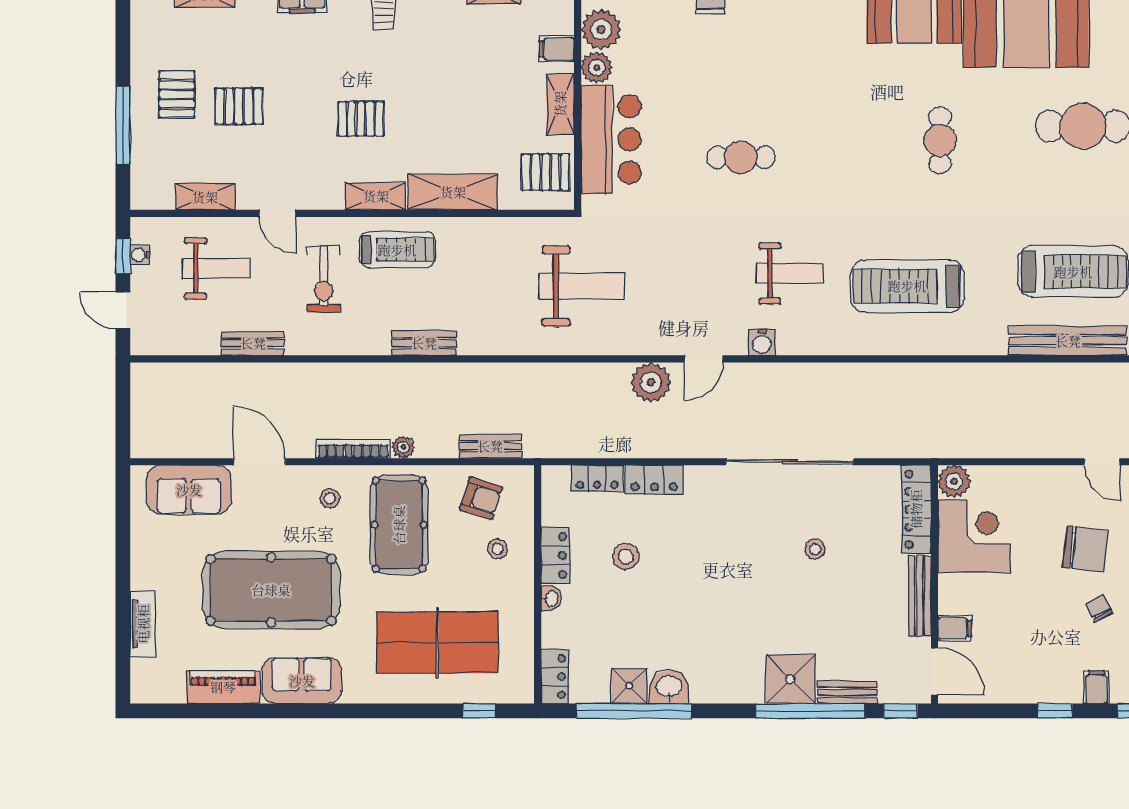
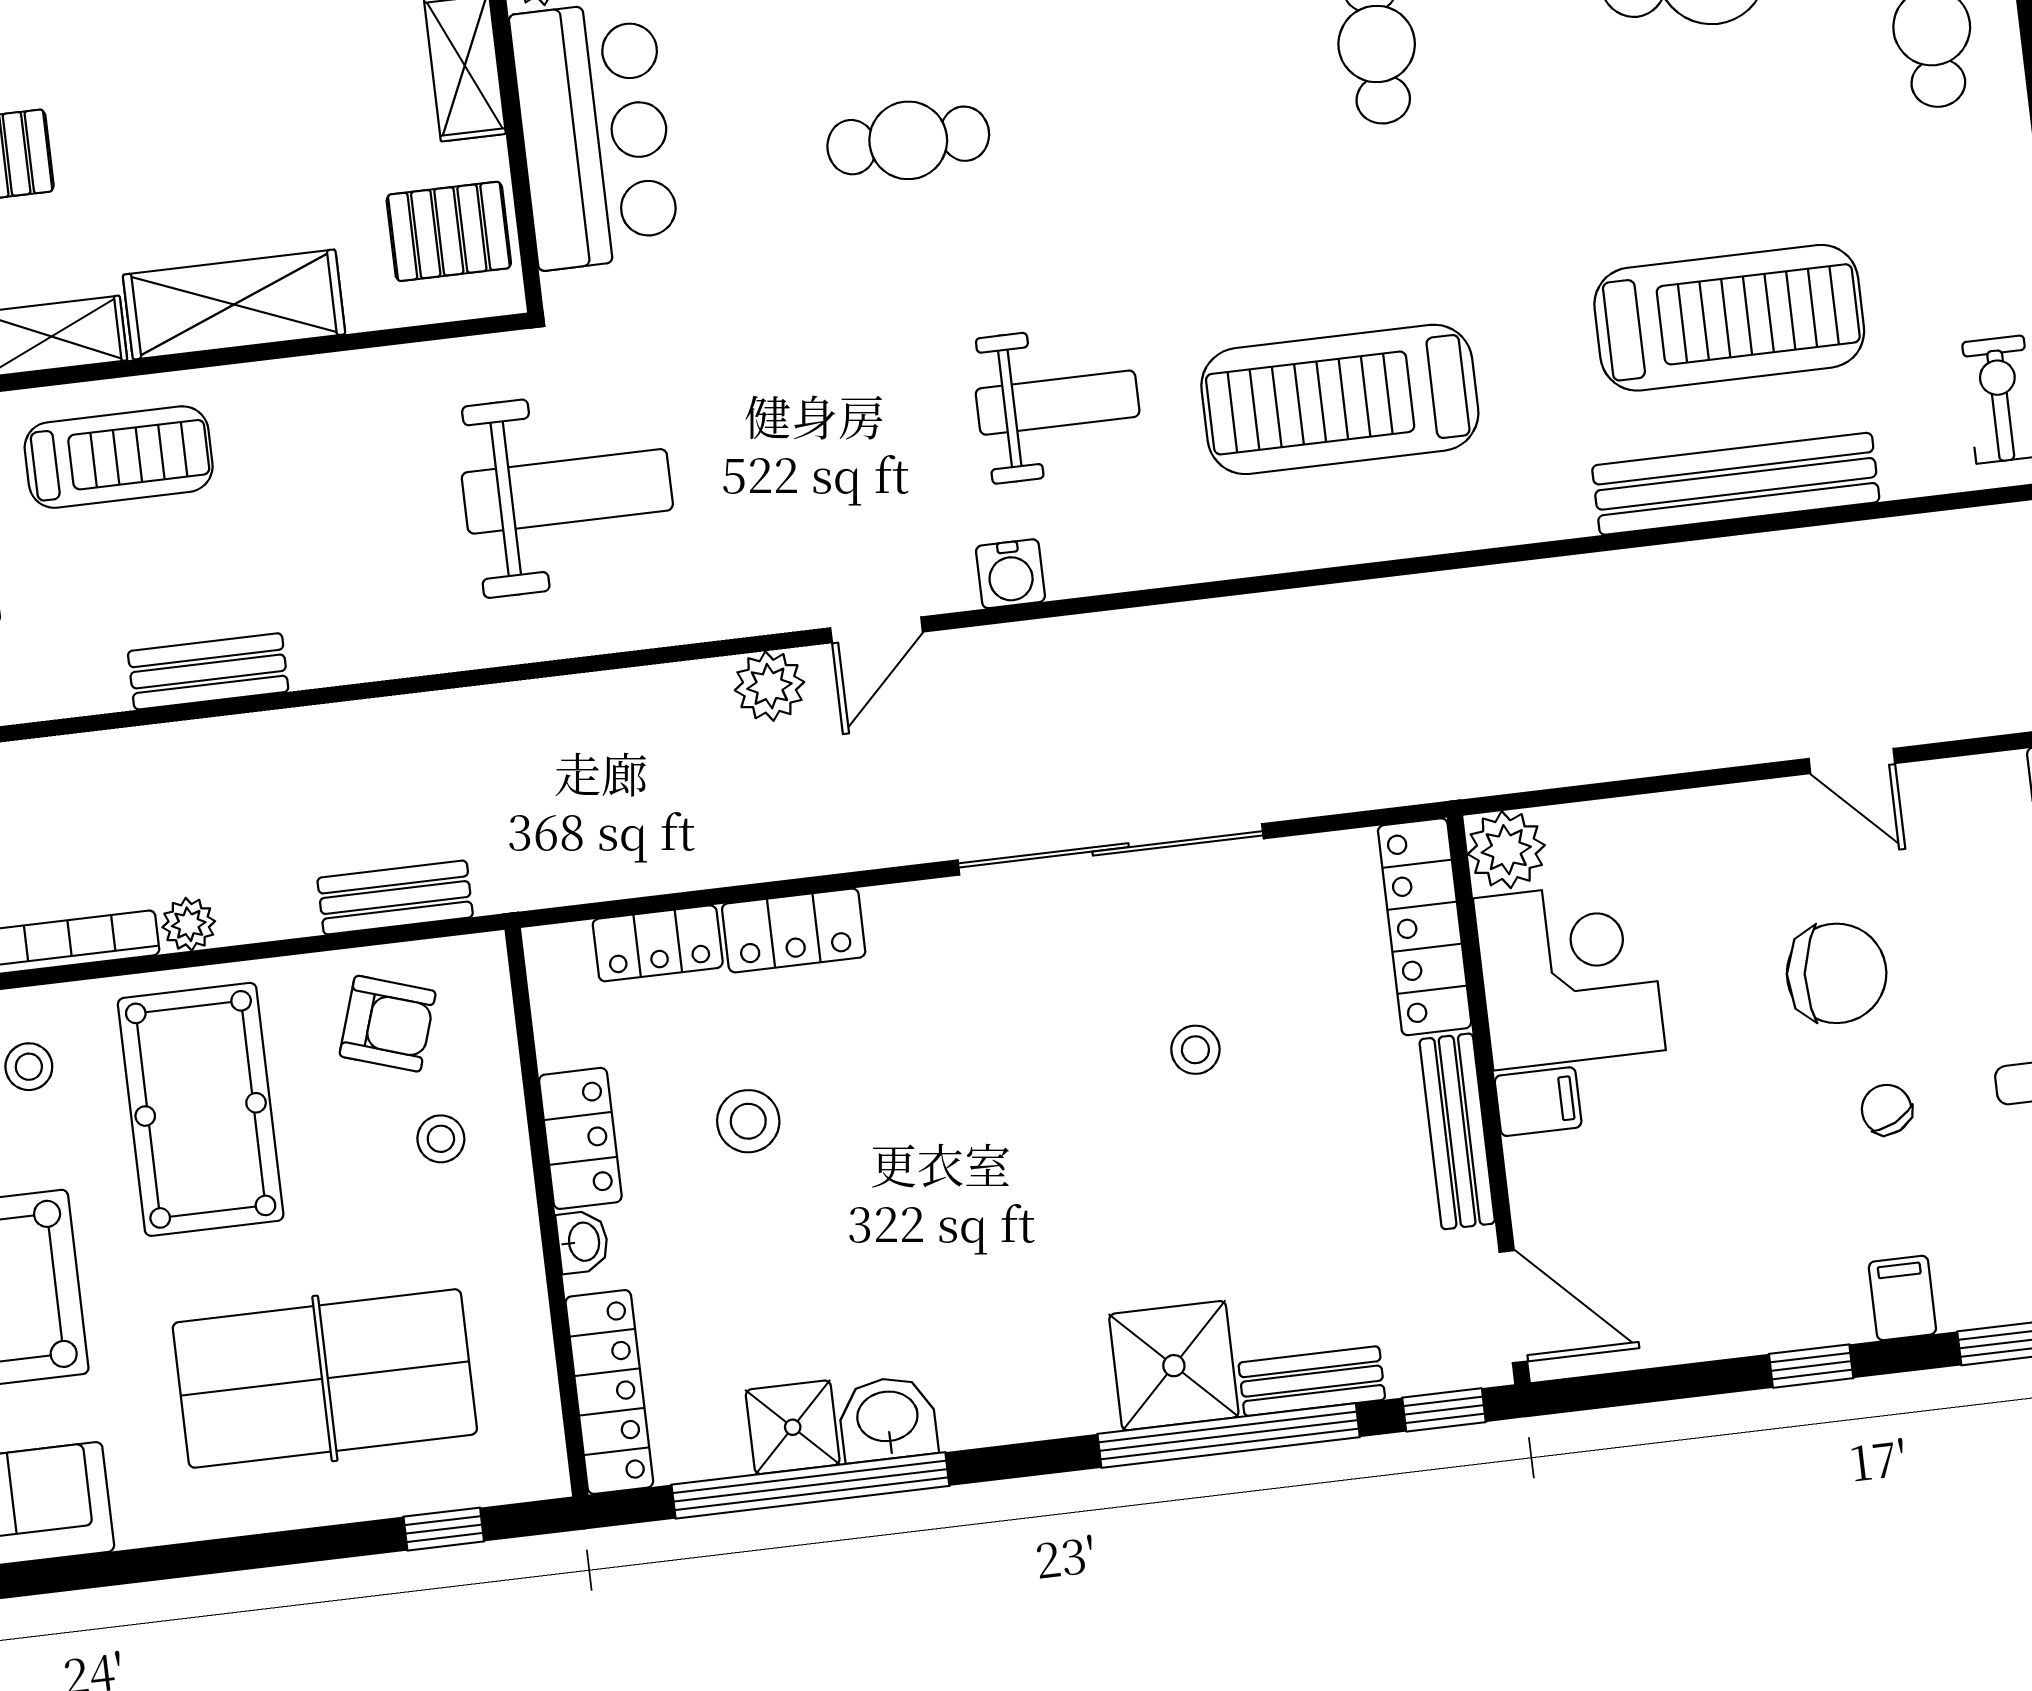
plant: (651, 382) -> (769, 686), width x0.73, depth x0.73
filing cabinet: (955, 628) -> (1538, 1102), moved
locker: (555, 676) -> (609, 1392), width x1.53

